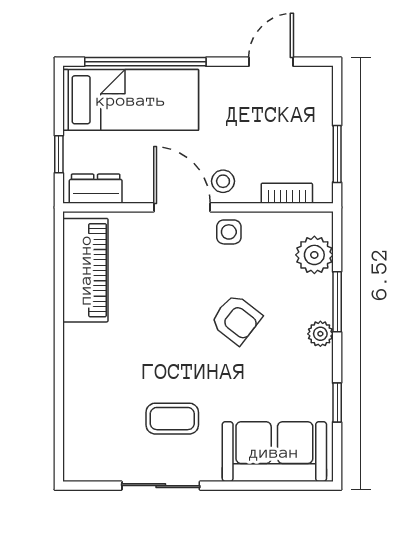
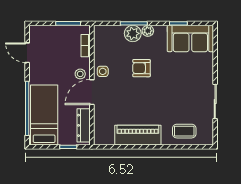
dresser: (96, 189) -> (84, 125), width x1.44
plant: (314, 255) -> (133, 33), moved
piano: (85, 270) -> (138, 135), moved
armchair: (236, 319) -> (141, 68), turned -128
coffee table: (172, 419) -> (184, 131), moved, turned 90
sofa: (274, 452) -> (190, 38), moved, turned -90

